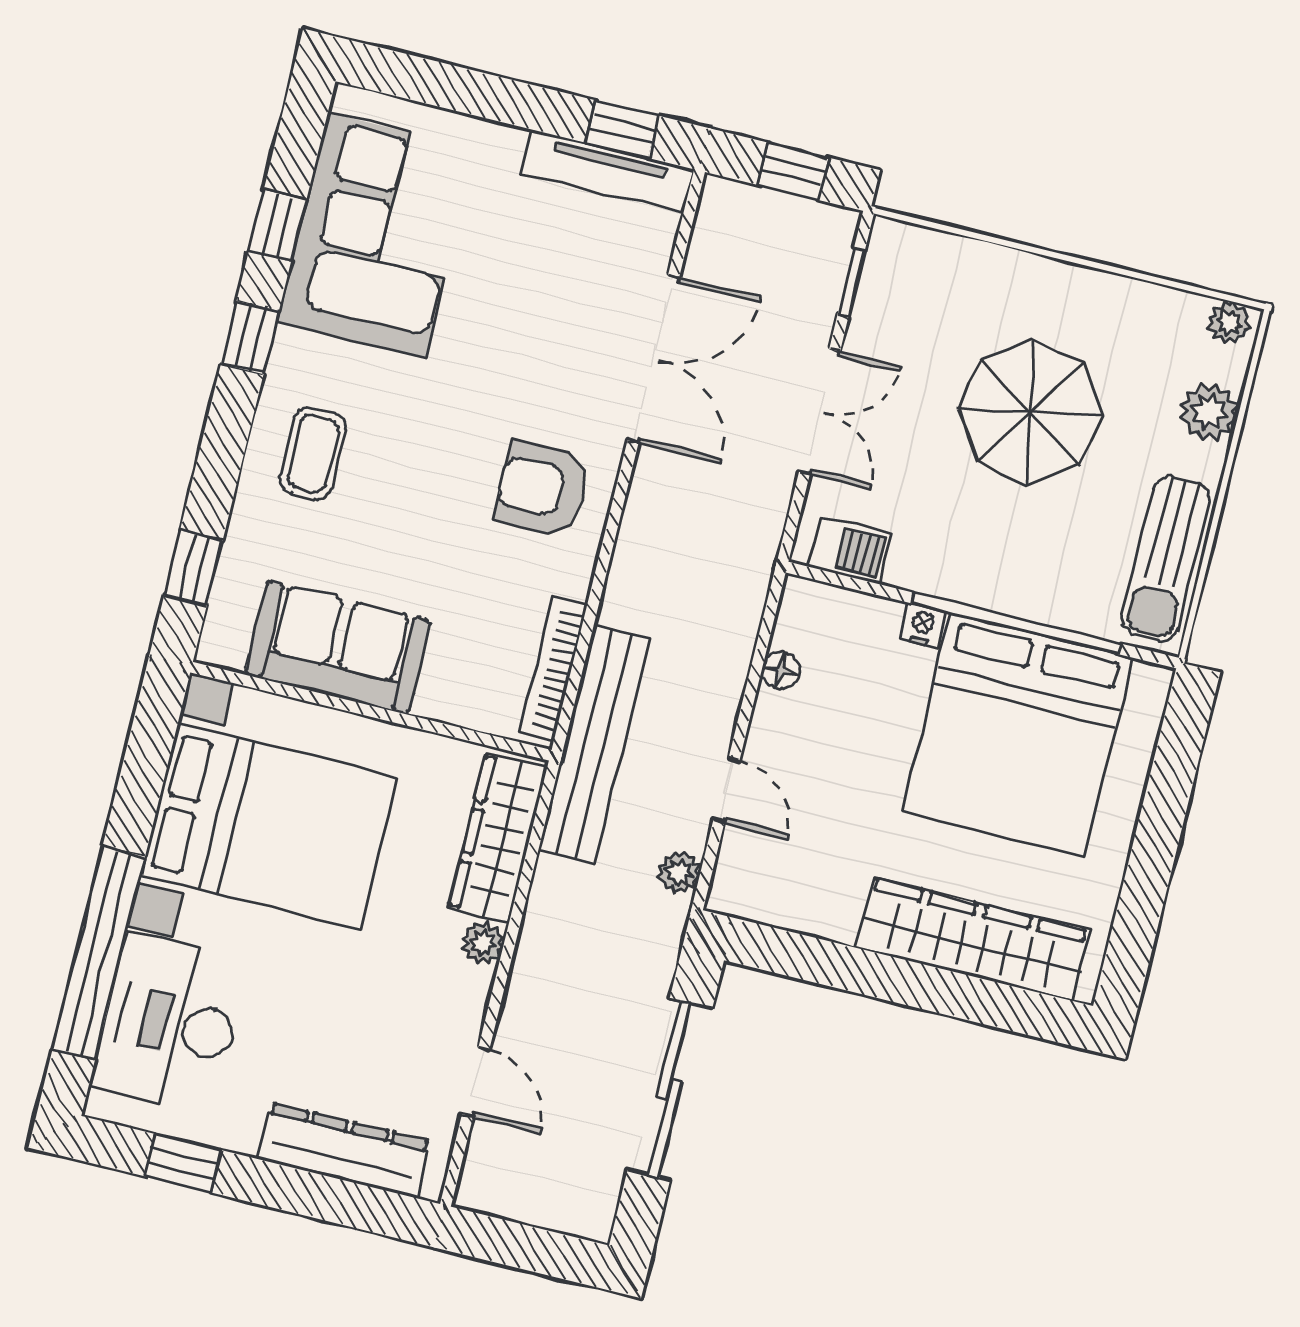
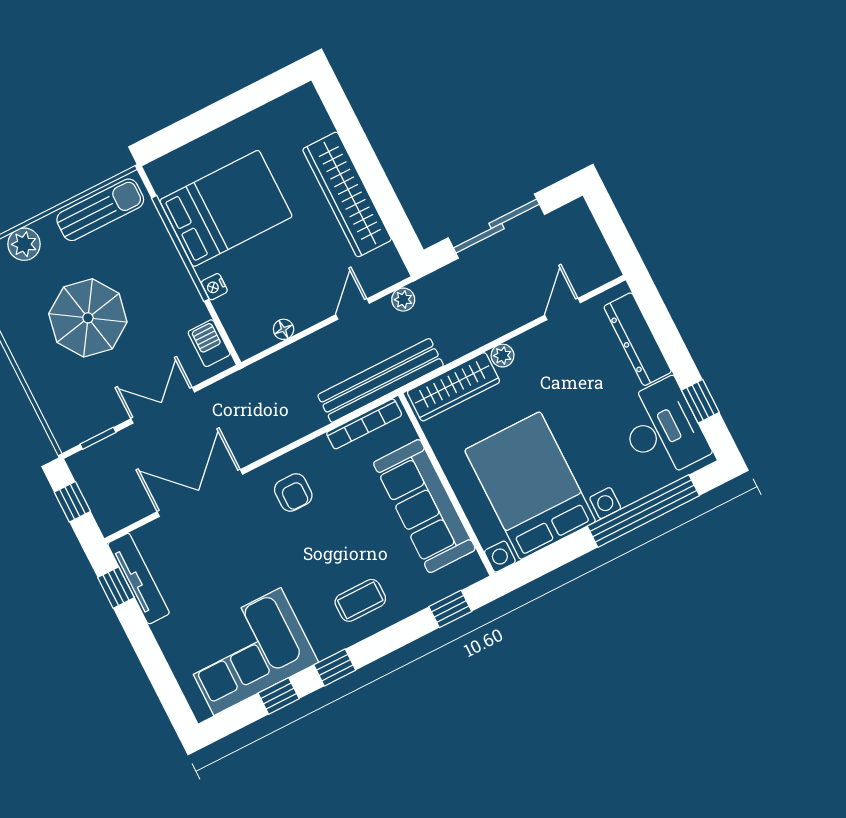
armchair: (543, 489) -> (293, 492), width x0.72, depth x0.72
sofa: (338, 647) -> (424, 506), width x1.36
bed: (1017, 735) -> (226, 208), width x0.73
wardrobe: (973, 939) -> (347, 194), moved
desk: (169, 1023) -> (662, 429), moved, turned -90

